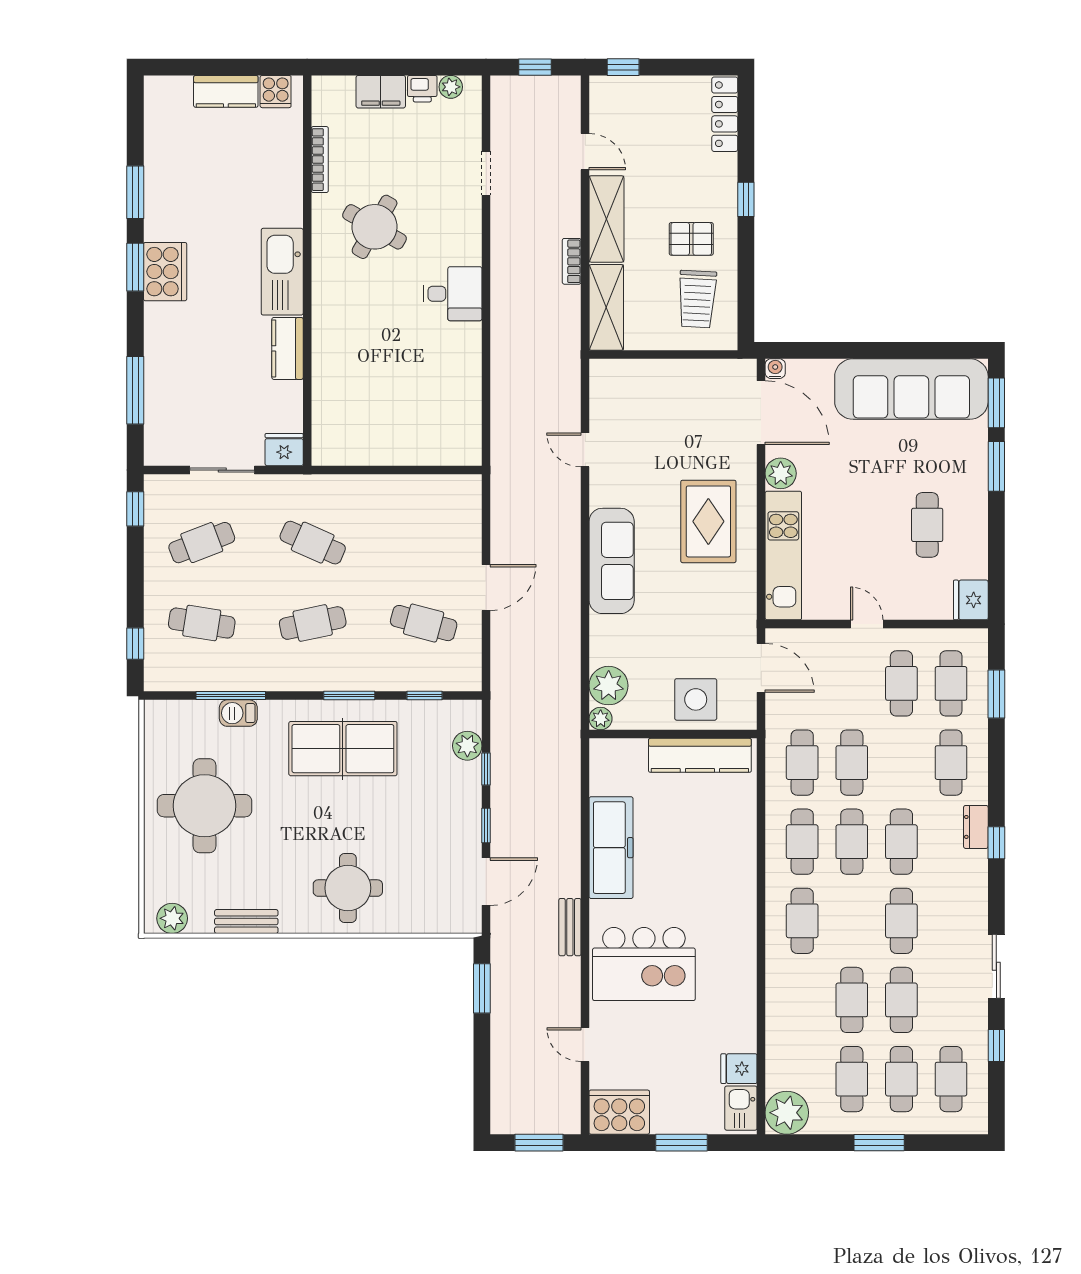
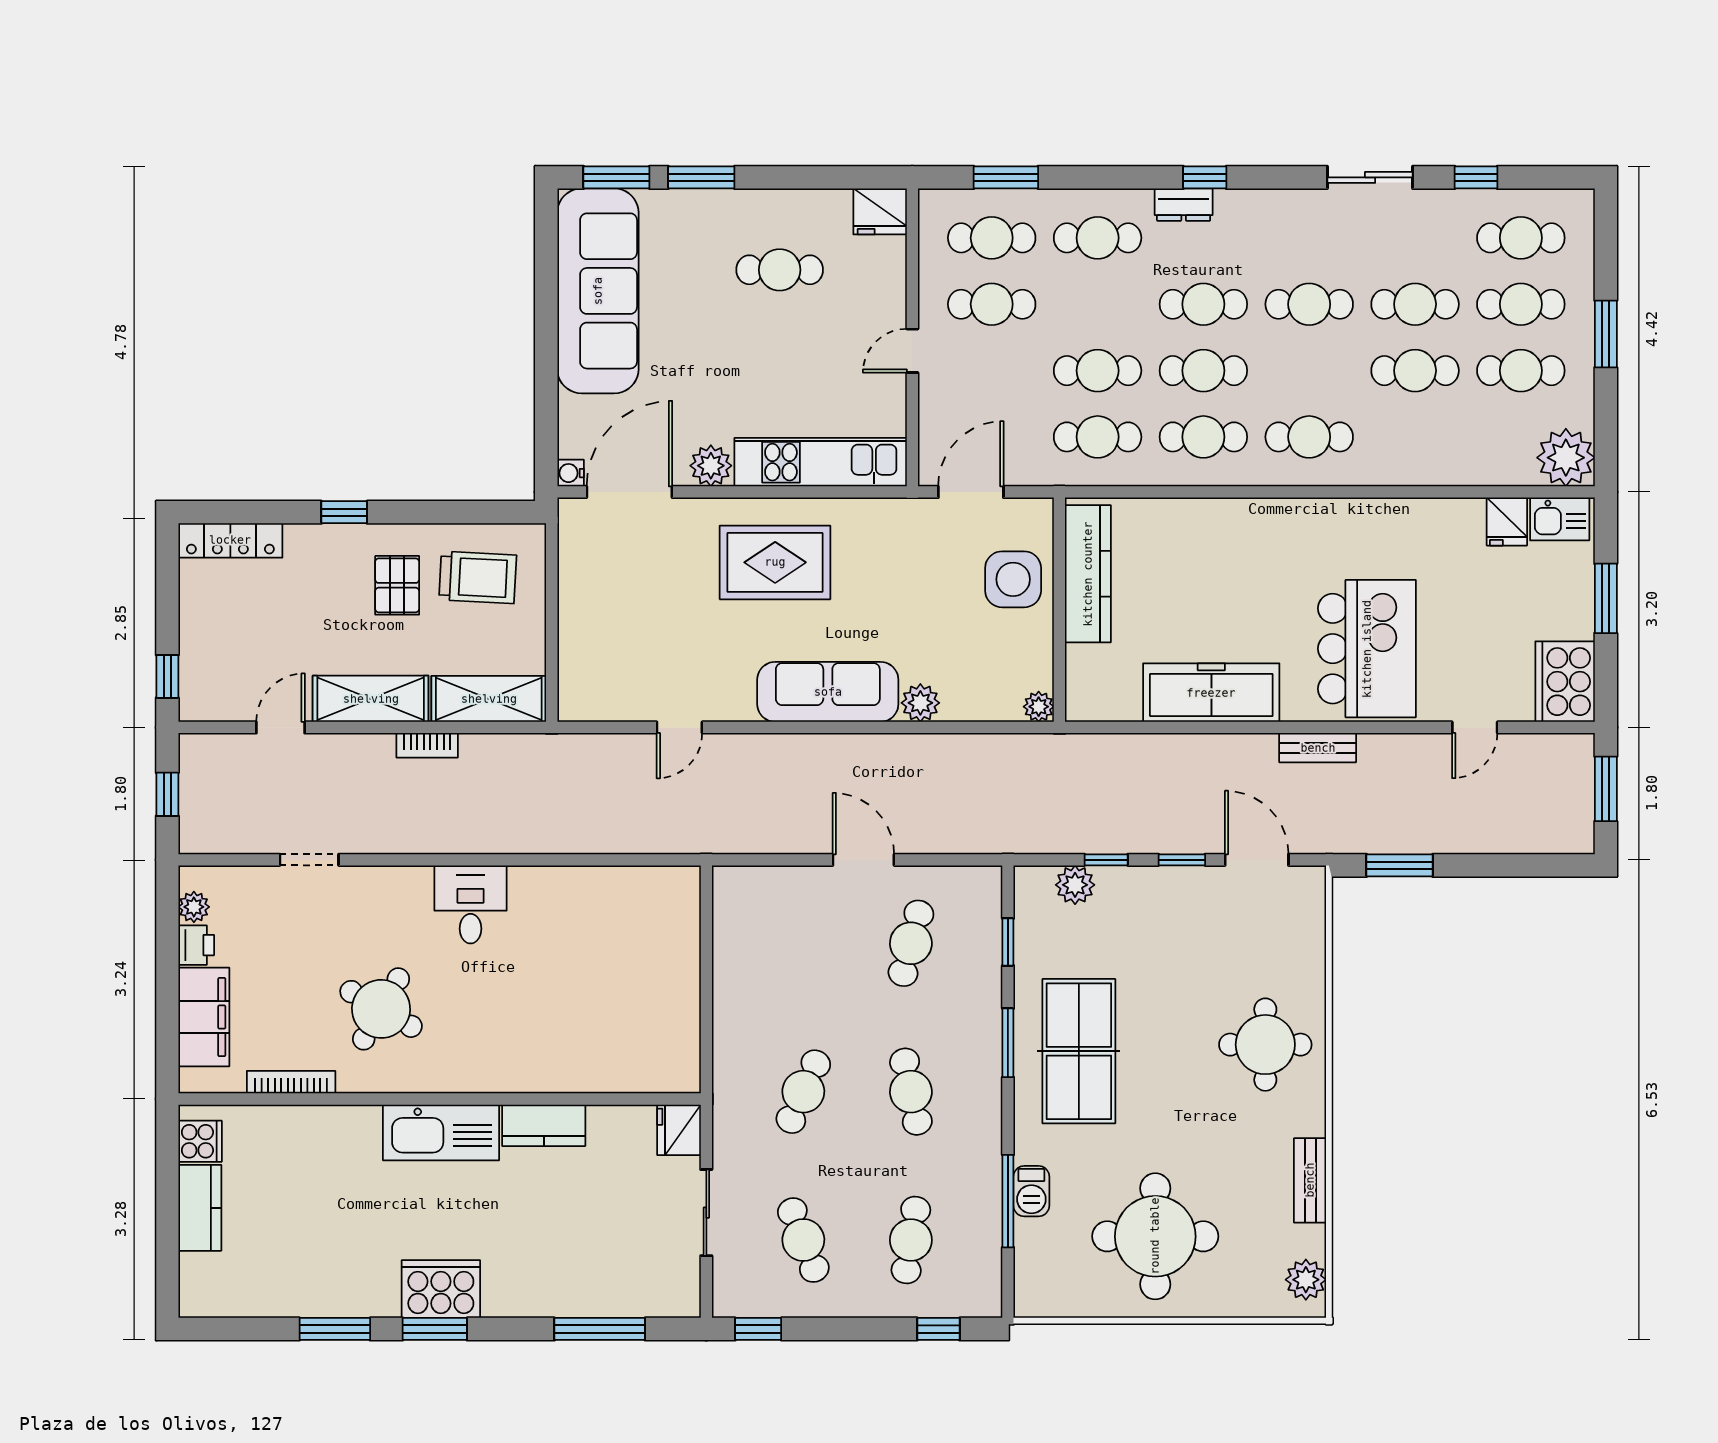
filing cabinet: (381, 92) -> (204, 1017), width x1.50, depth x1.17
plant: (609, 686) -> (920, 703), moved, width x0.73, depth x0.73

